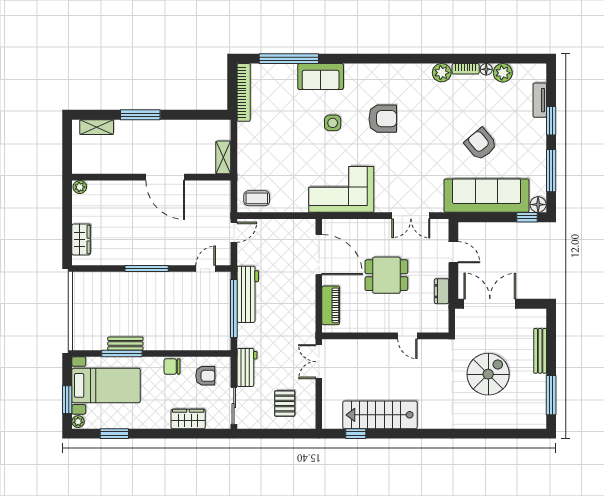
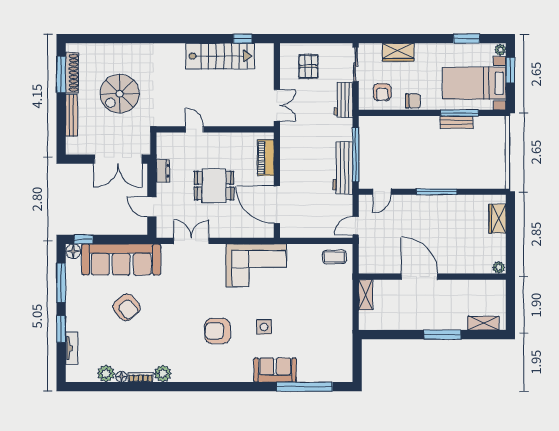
bookcase: (244, 92) -> (347, 355), removed
armchair: (205, 376) -> (382, 92), turned -90
shoe rack: (540, 397) -> (72, 73), added

